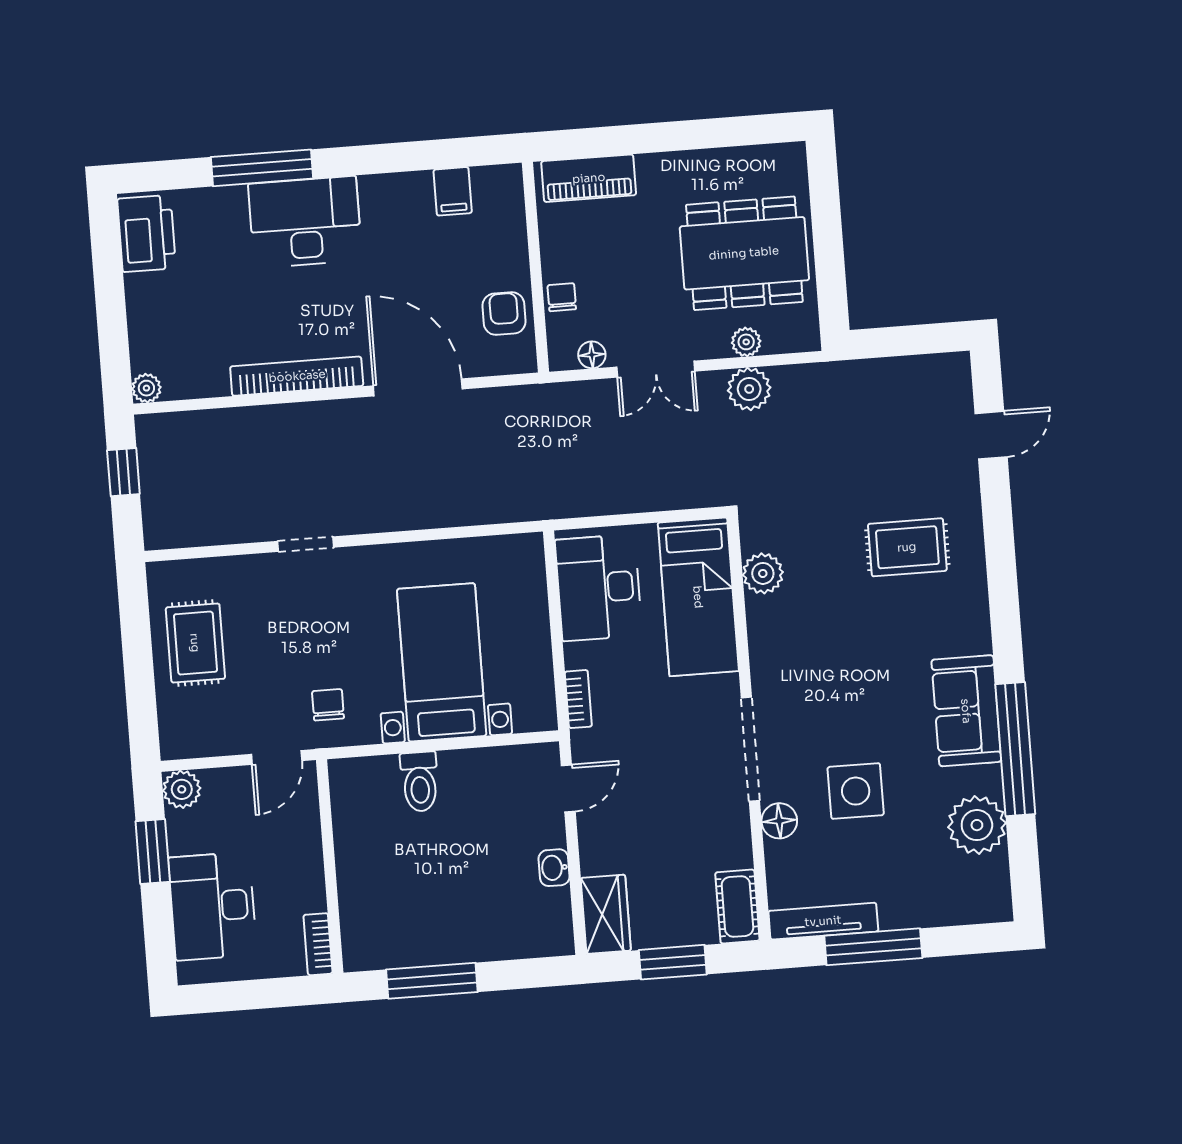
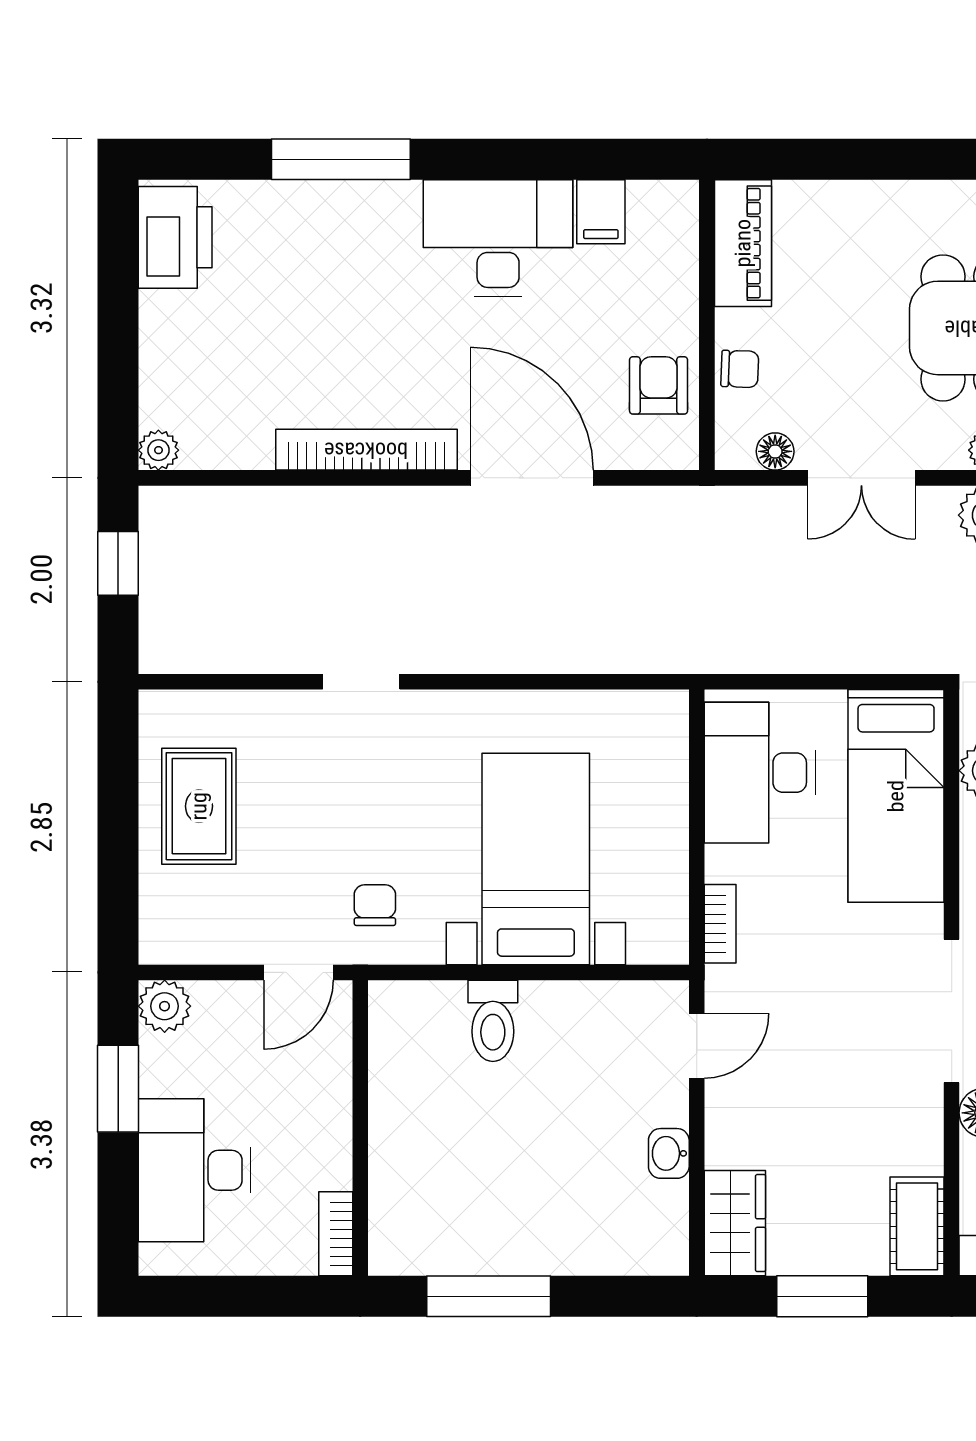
piano: (589, 178) -> (743, 243), moved, turned -90
desk: (305, 222) -> (498, 238), moved
chair: (562, 297) -> (740, 369), turned 92

